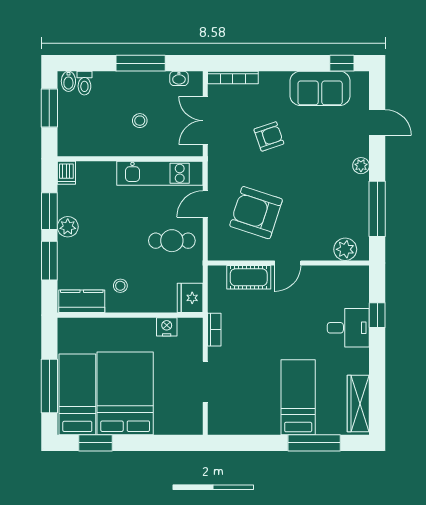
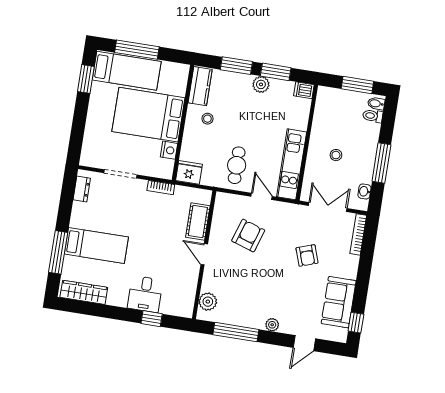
armchair: (256, 213) -> (248, 236), width x0.73, depth x0.73
bed: (125, 393) -> (148, 115), moved, turned 180
dresser: (232, 426) -> (82, 189), added

